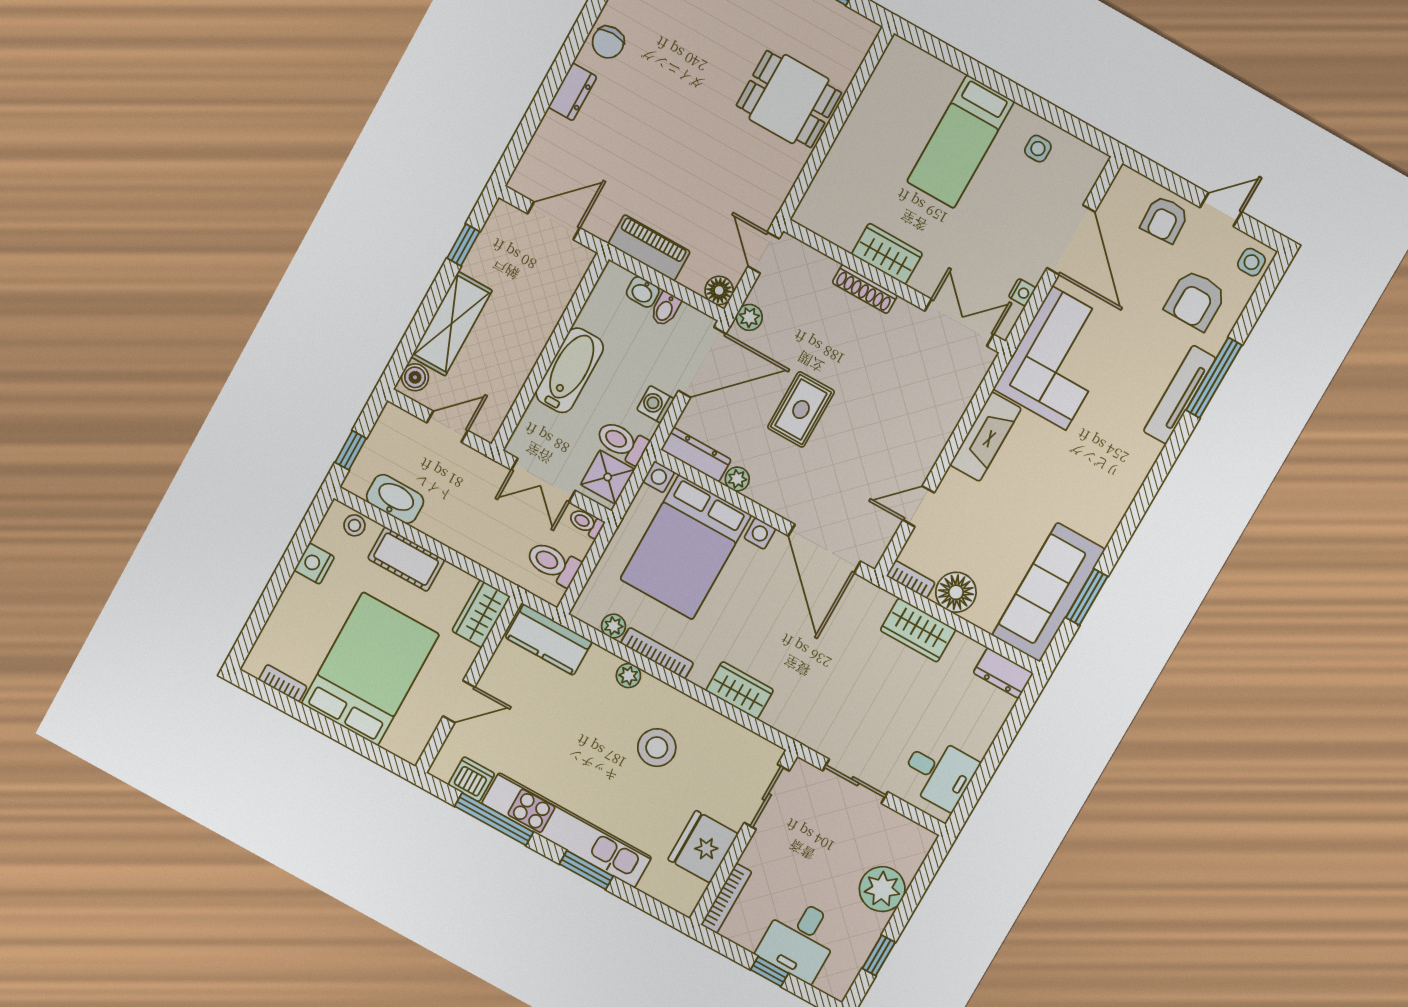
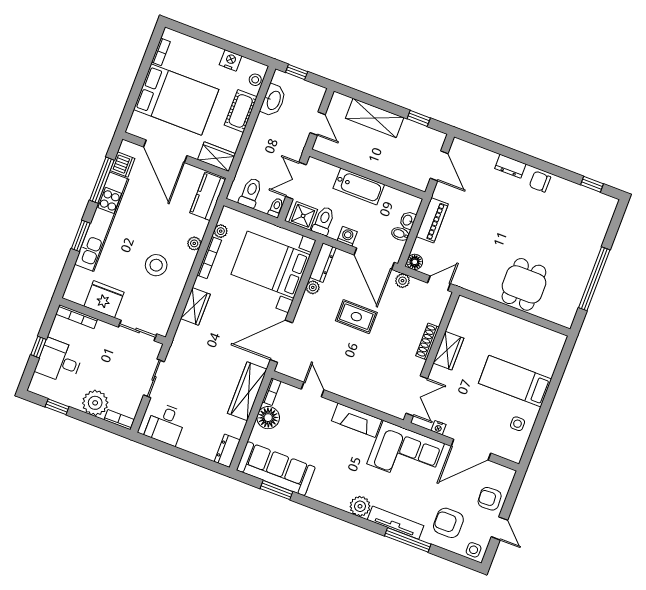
boiler: (415, 377) -> (342, 102), removed
plant: (1140, 454) -> (360, 506), added
wardrobe: (918, 630) -> (247, 391), width x1.50
door: (459, 702) -> (165, 151), width x1.88
bookcase: (918, 852) -> (119, 420), added

